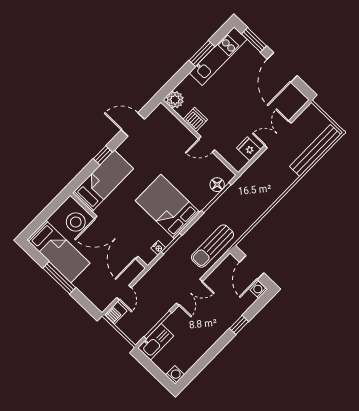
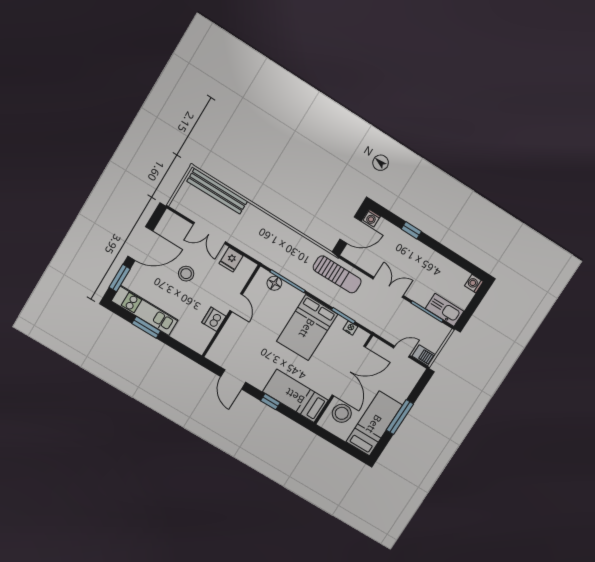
plant: (175, 100) -> (199, 344), removed
stool: (245, 103) -> (186, 274), added

